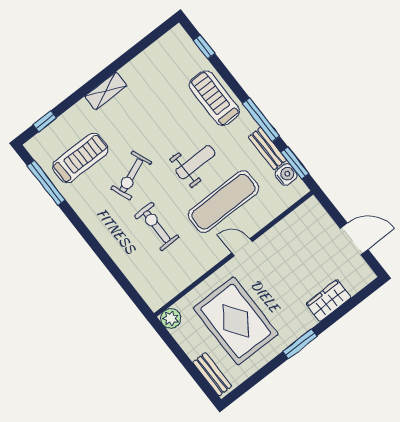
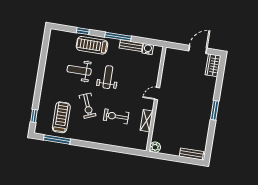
window: (204, 47) -> (83, 31), moved
shelving: (106, 91) -> (147, 121), moved
weight bench: (165, 116) -> (79, 70), added
window: (295, 163) -> (147, 41), removed
exercise mat: (223, 202) -> (133, 82), removed
wardrobe: (328, 301) -> (213, 65), moved
rug: (236, 321) -> (181, 125), removed

